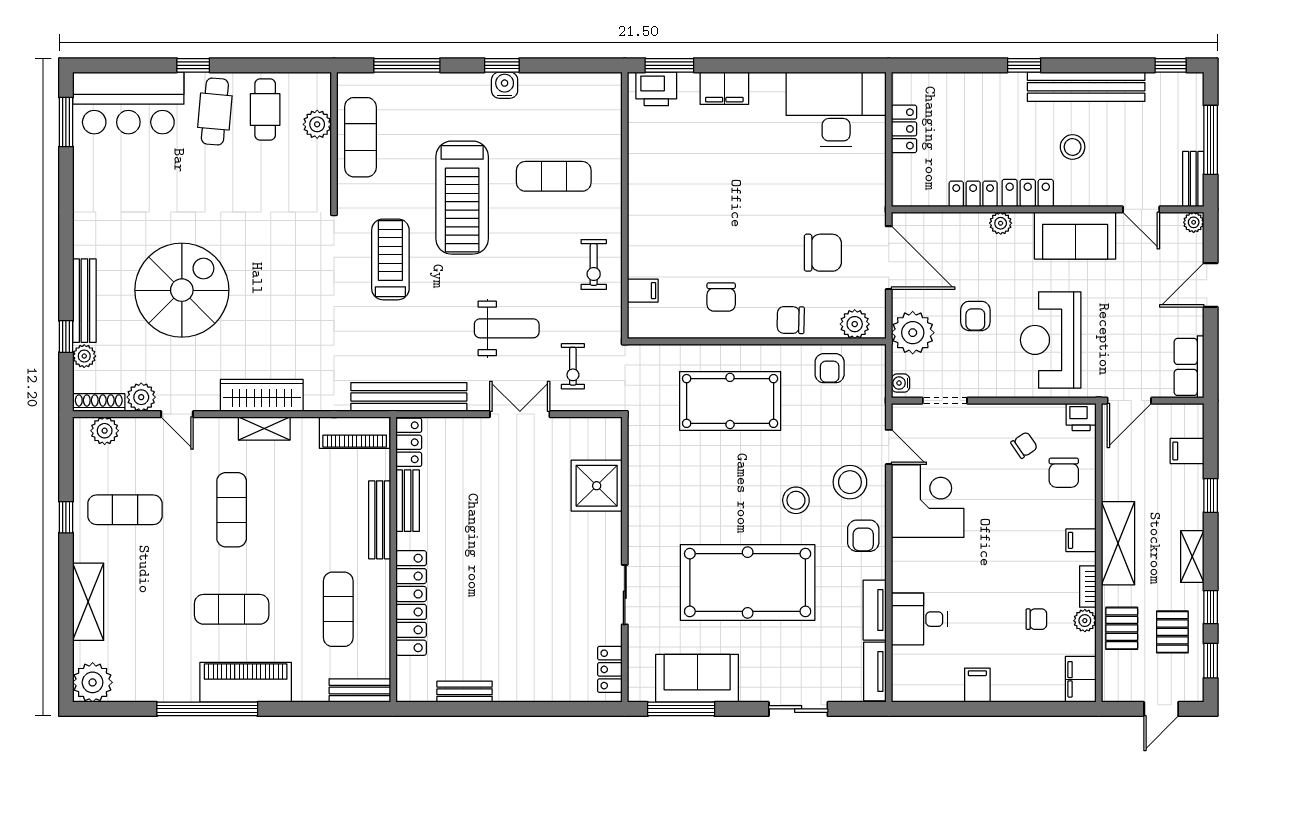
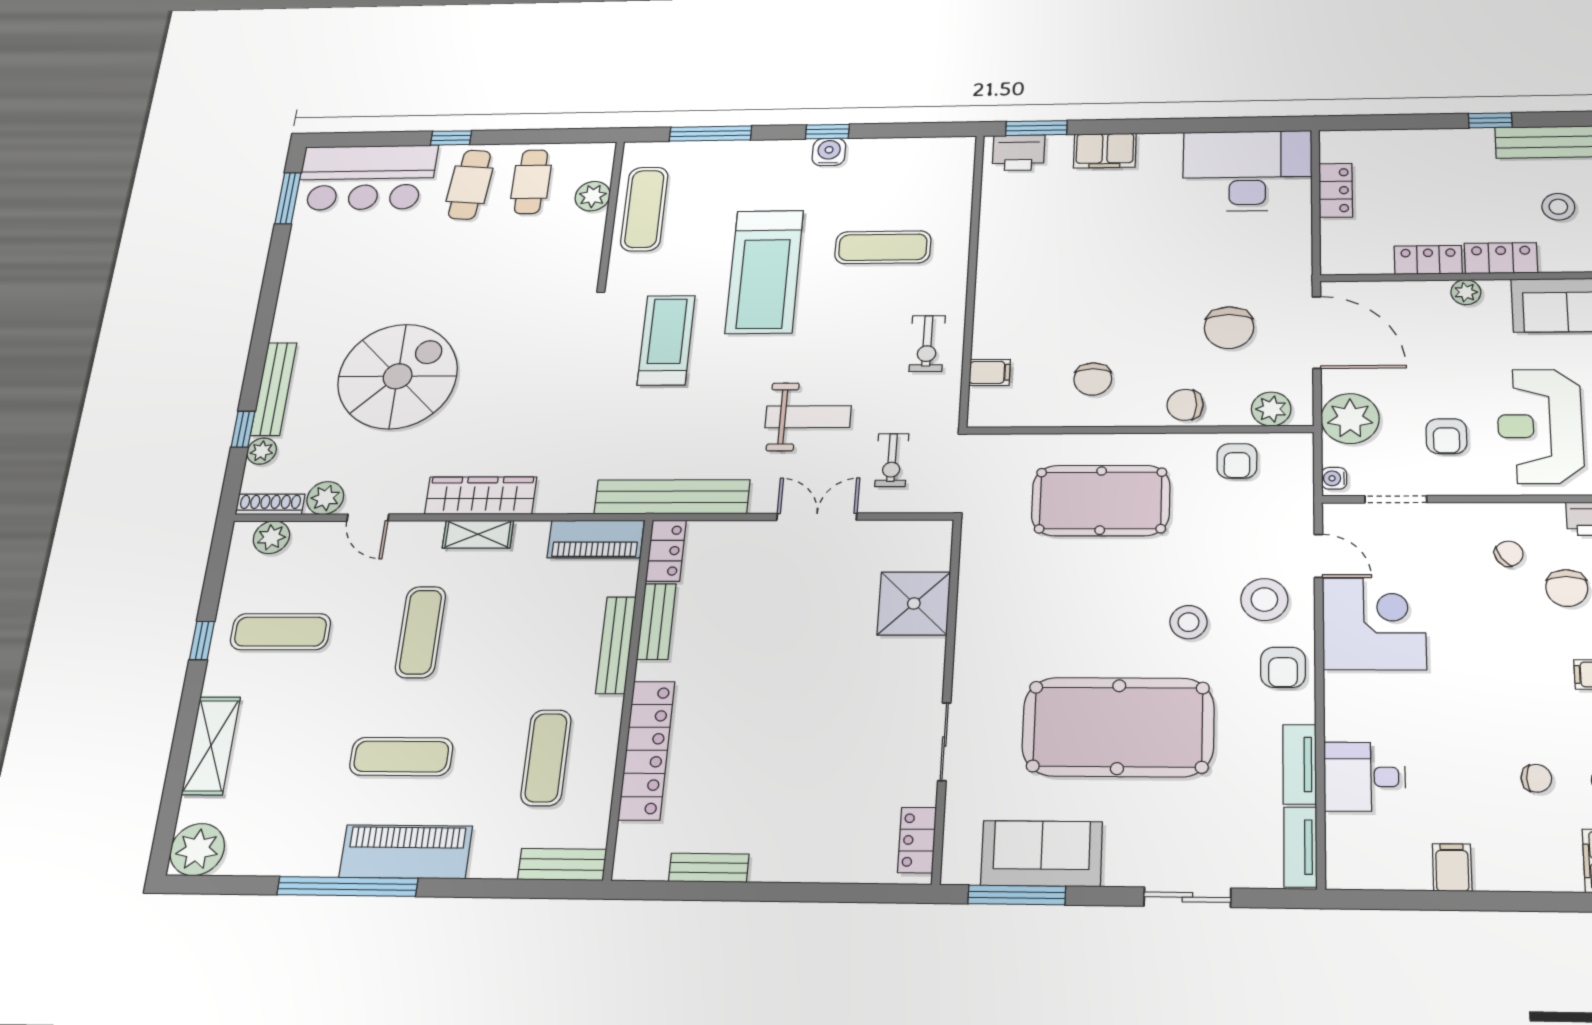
chair: (823, 253) -> (1229, 328), turned 90
armchair: (975, 316) -> (1446, 436), moved

